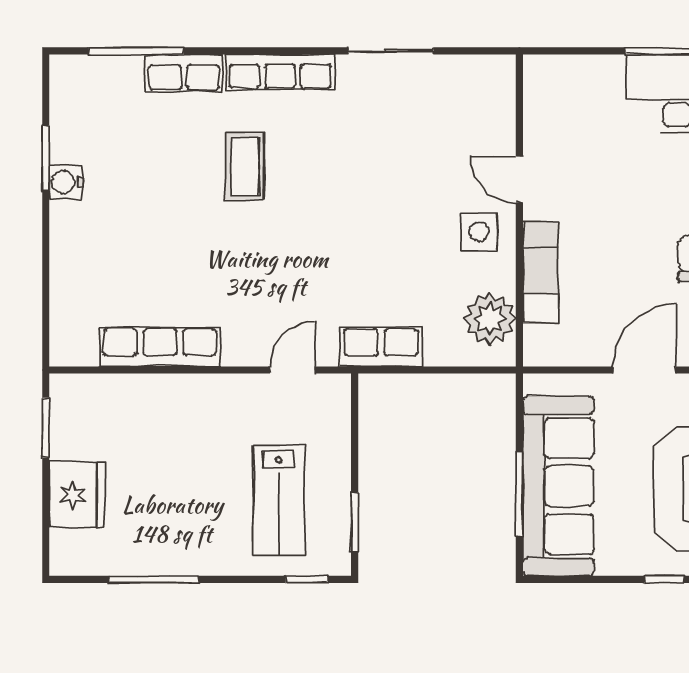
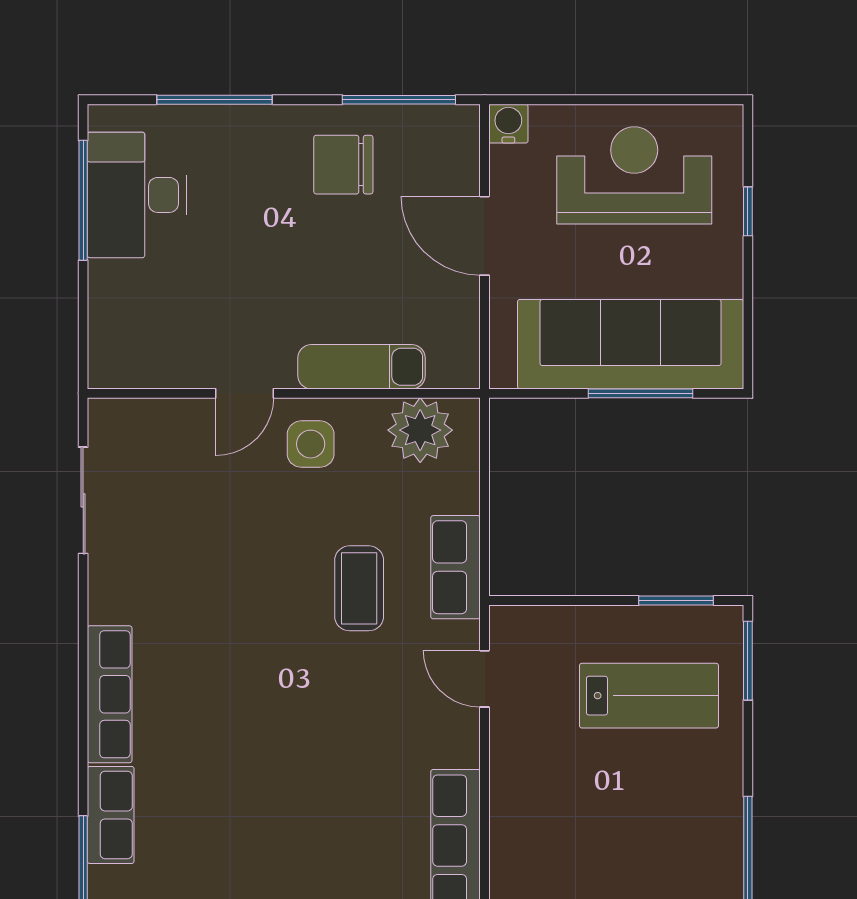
sliding door: (391, 51) -> (83, 500), moved
coffee table: (245, 166) -> (359, 588), moved, turned 90
window: (307, 579) -> (748, 661), width x1.50

